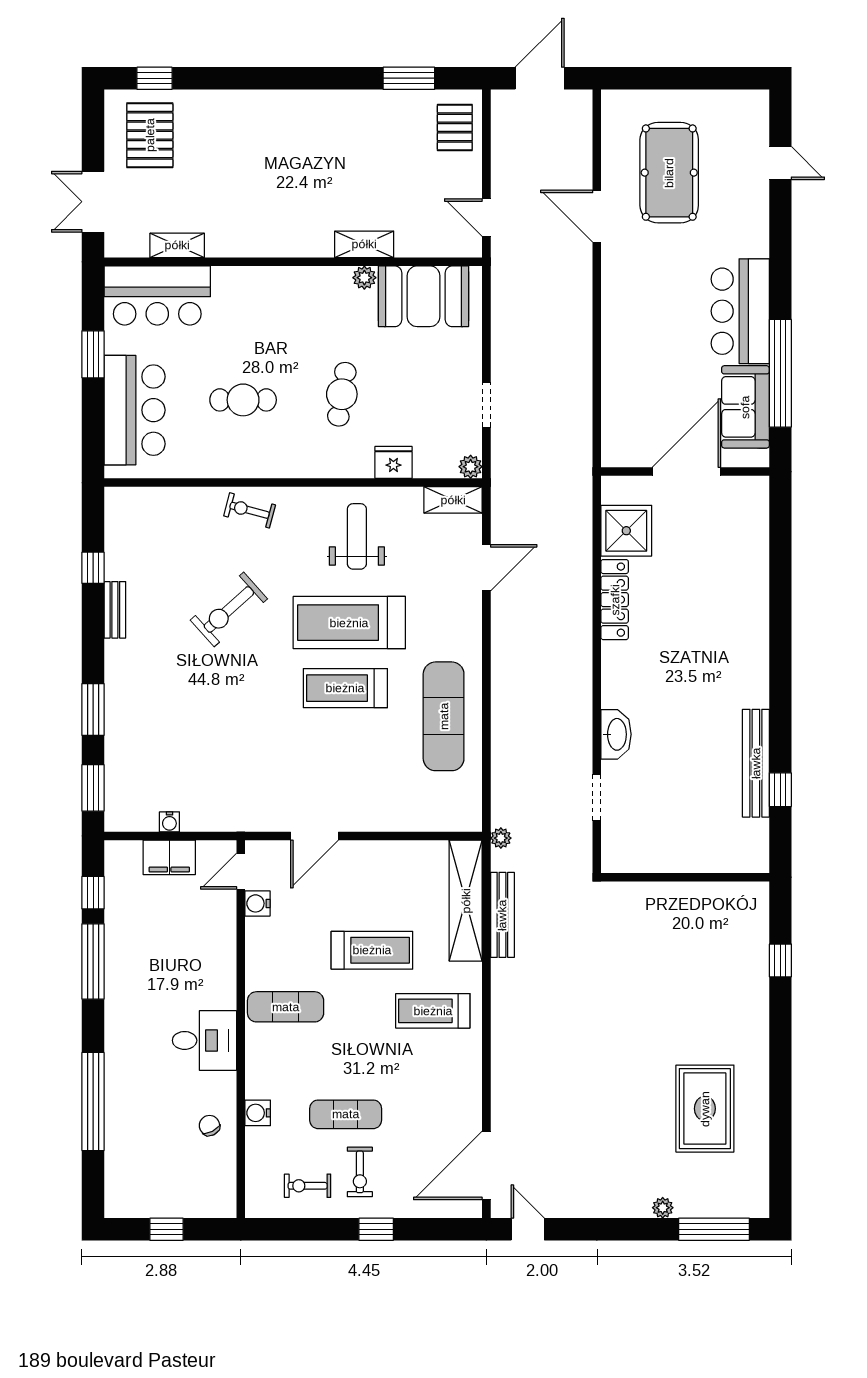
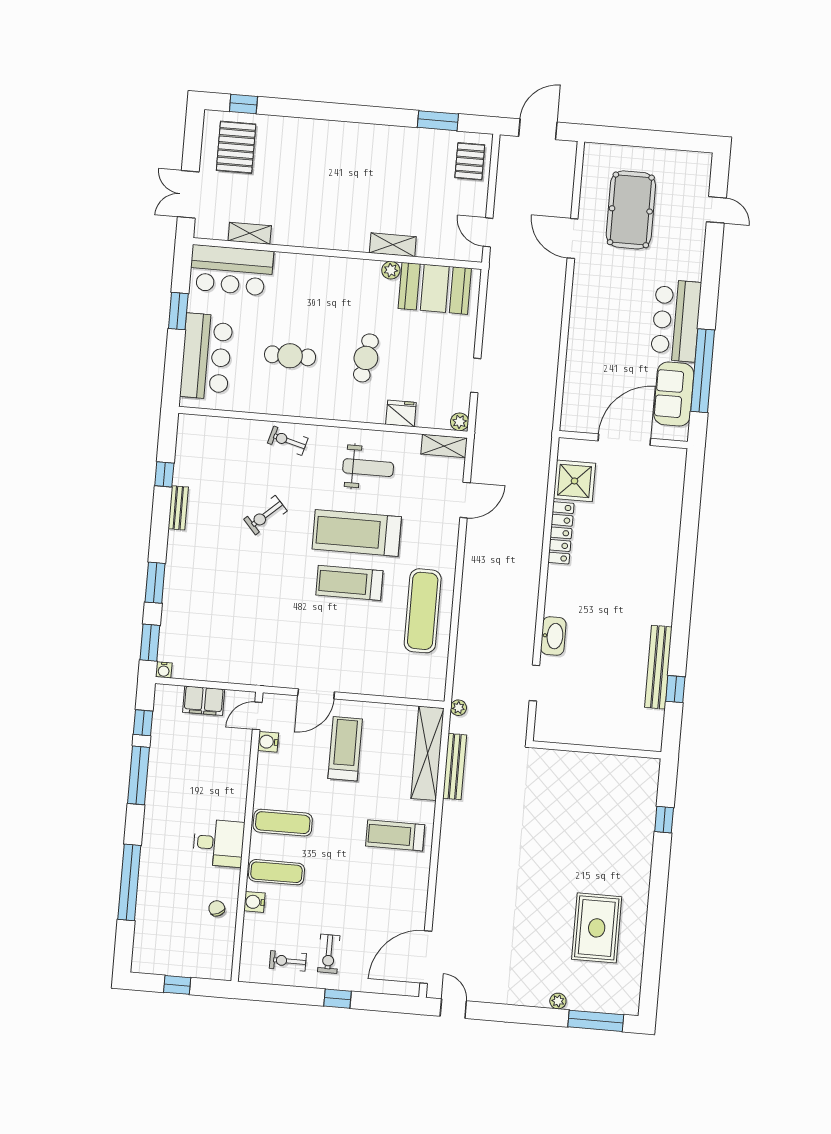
weight bench: (357, 536) -> (368, 468), turned 90
exercise bike: (229, 609) -> (265, 515), width x0.73, depth x0.72
water cooler: (169, 822) -> (164, 670), moved
treadmill: (372, 950) -> (345, 749), moved, turned -90
exercise mat: (346, 1114) -> (277, 872), moved

